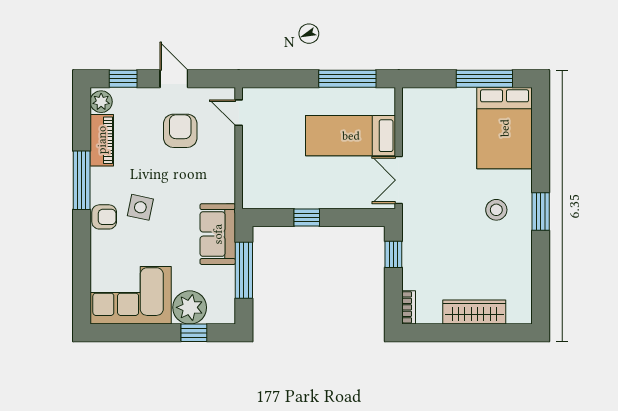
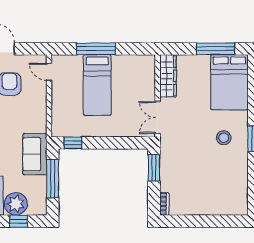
window: (347, 79) -> (96, 49), moved
bed: (351, 136) -> (97, 85), moved, turned -90
window: (307, 217) -> (73, 143), moved
window: (393, 254) -> (154, 168), width x1.50
wardrobe: (474, 312) -> (168, 76), moved, turned 90

